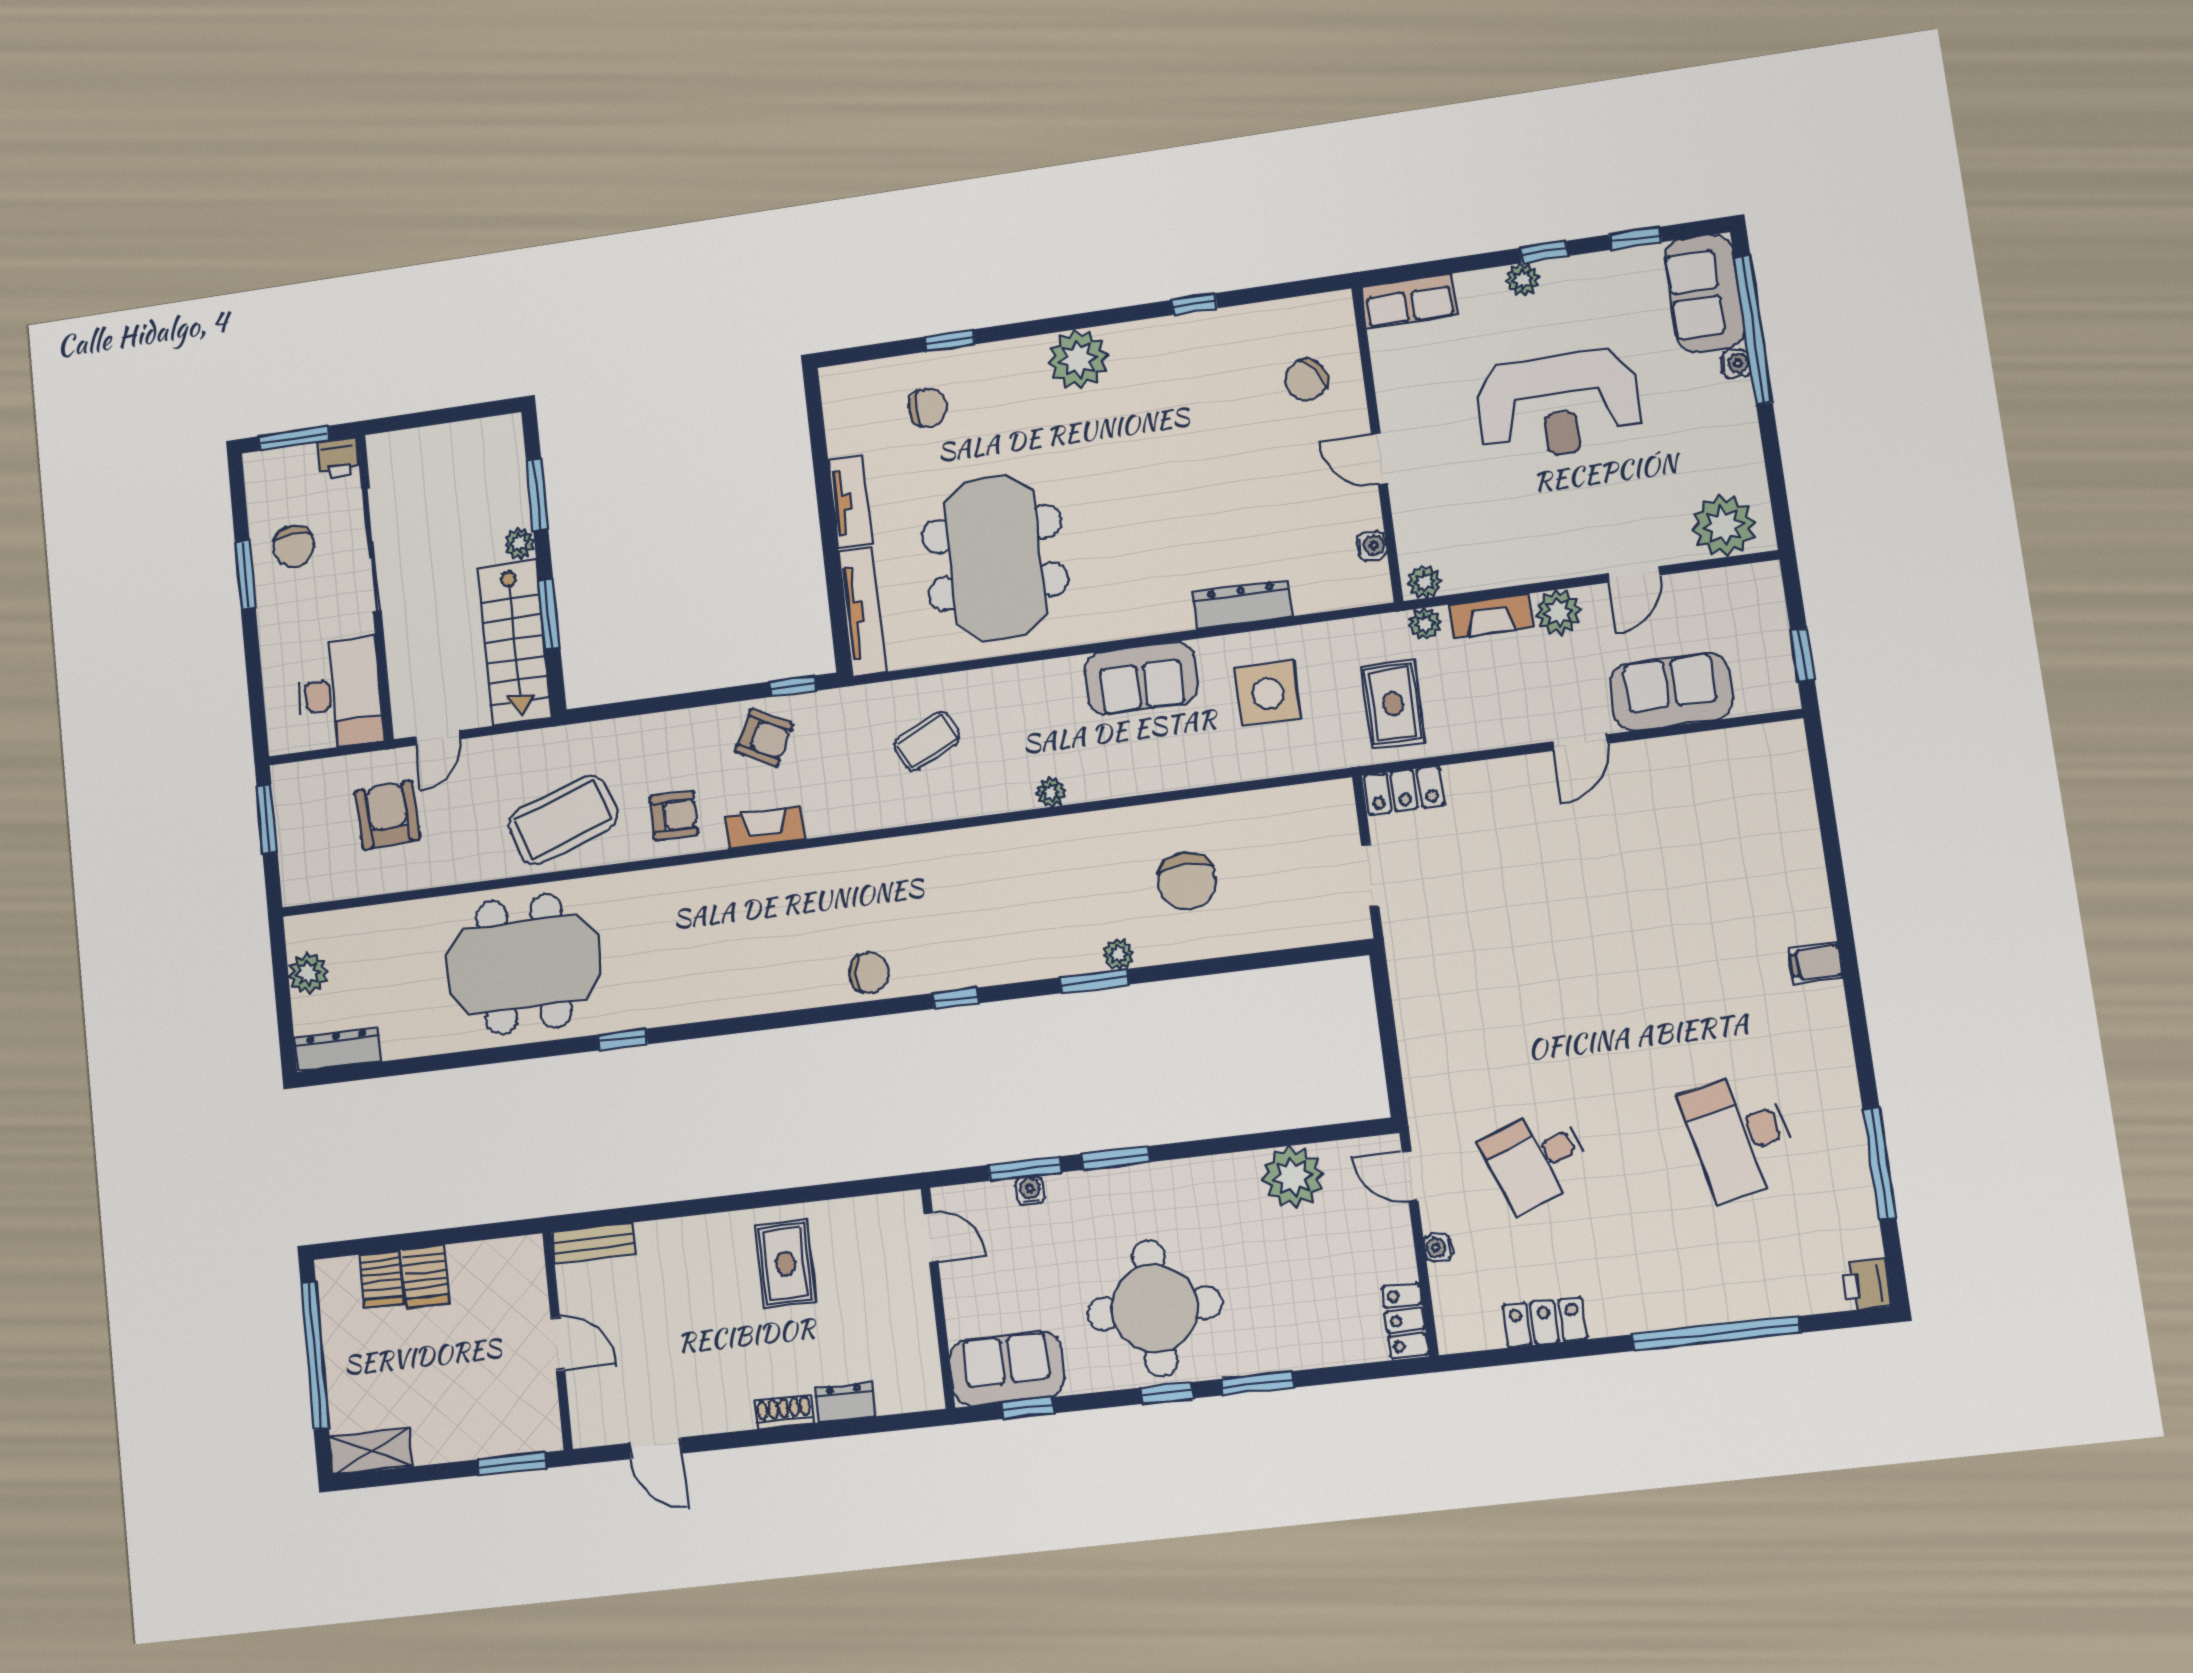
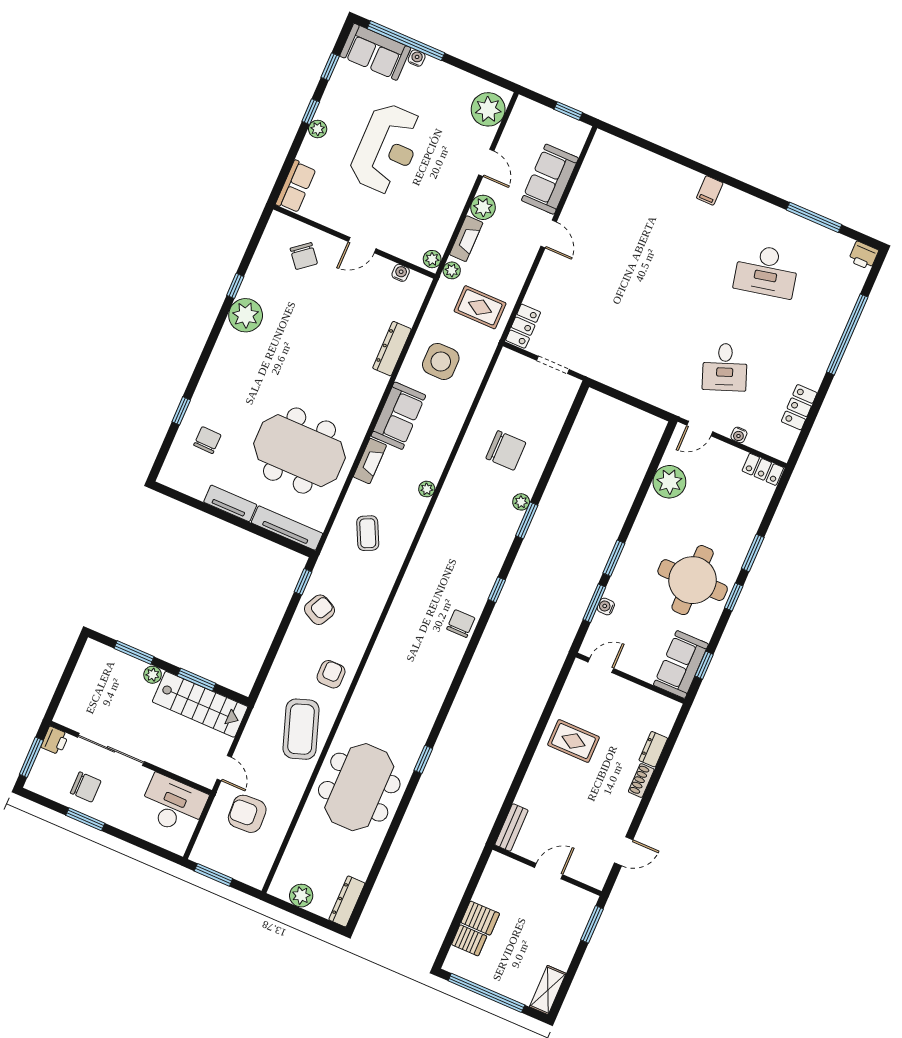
plant: (1078, 359) -> (246, 315), moved
fireplace: (765, 828) -> (370, 461), moved, turned 180

